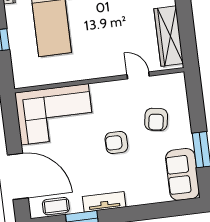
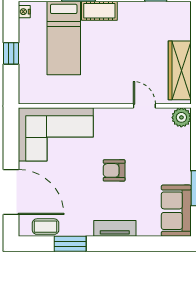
plant: (176, 82) -> (181, 117), added
armchair: (156, 119) -> (157, 152), removed
tv unit: (104, 202) -> (115, 228), moved

